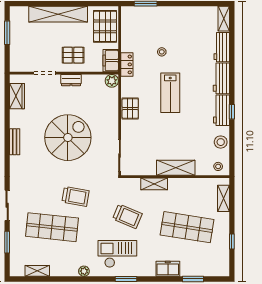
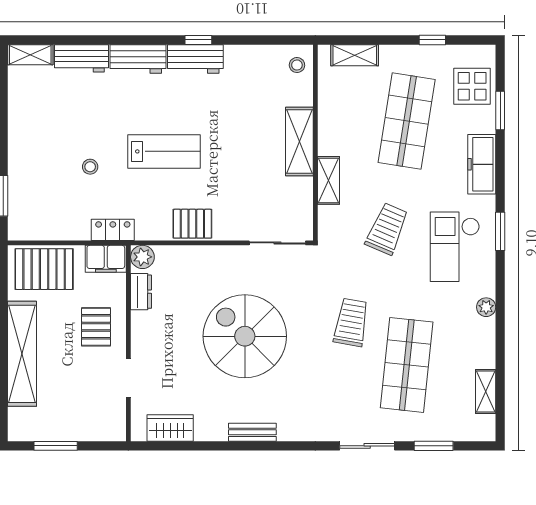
dresser: (71, 80) -> (141, 292), moved
stool: (221, 142) -> (253, 60), removed
display table: (206, 263) -> (472, 86), added
freezer: (168, 269) -> (482, 164), width x1.40

